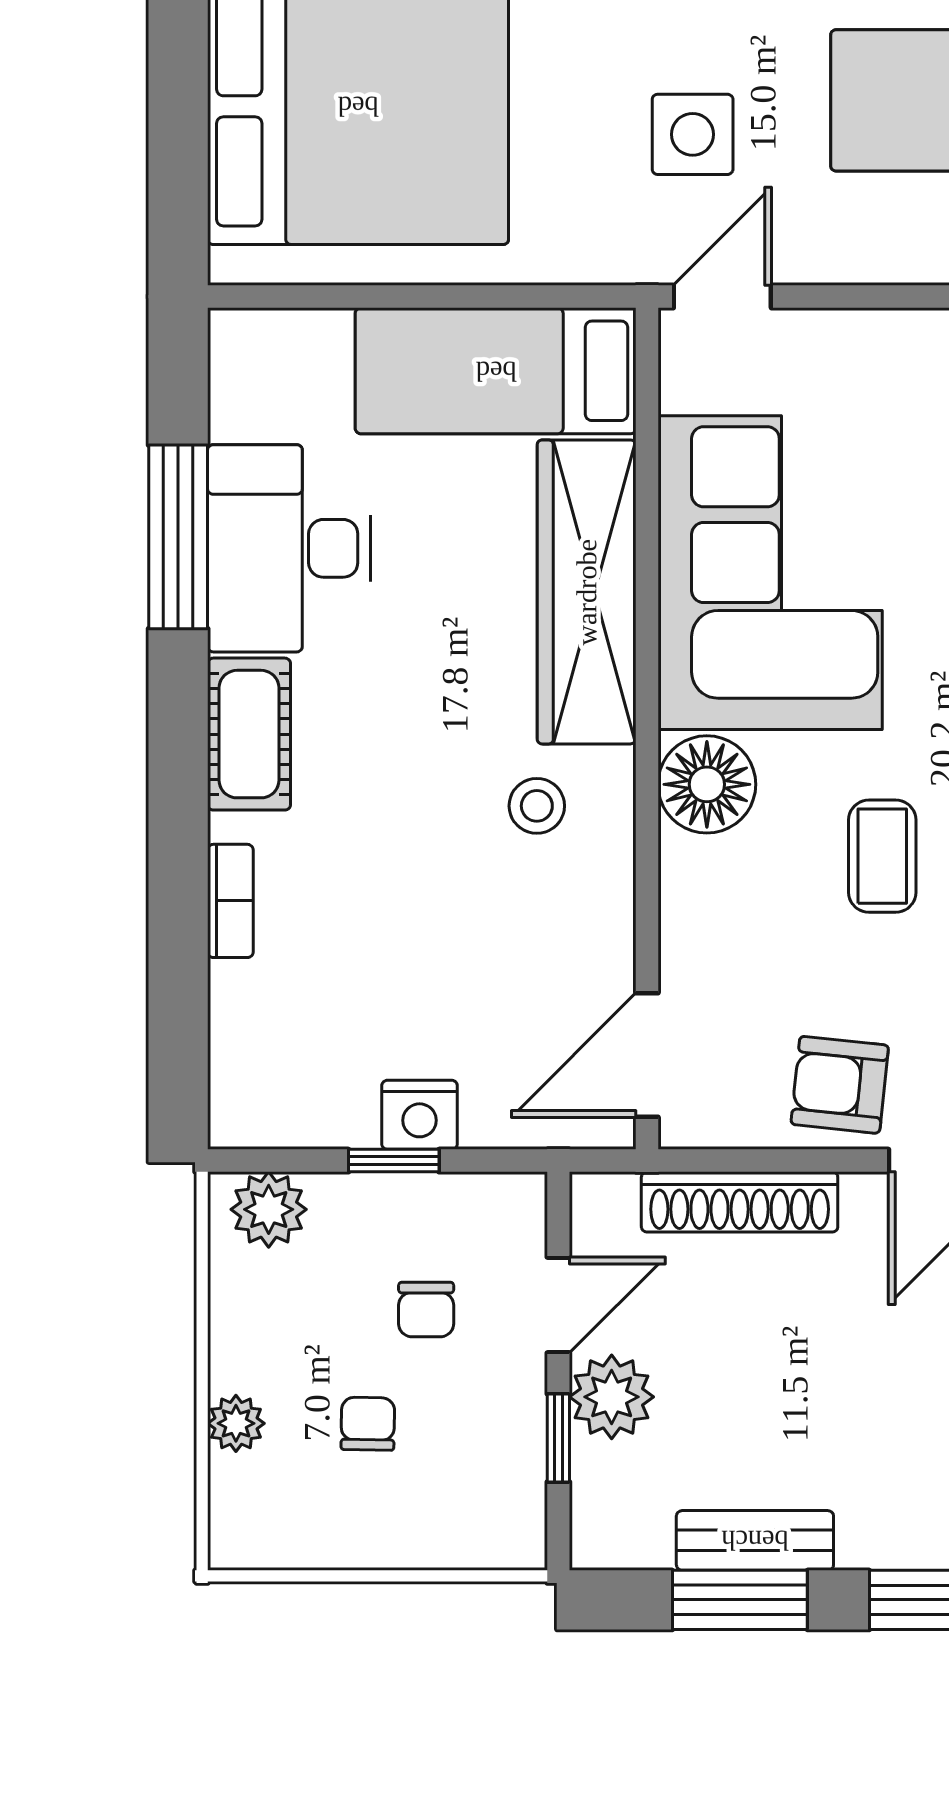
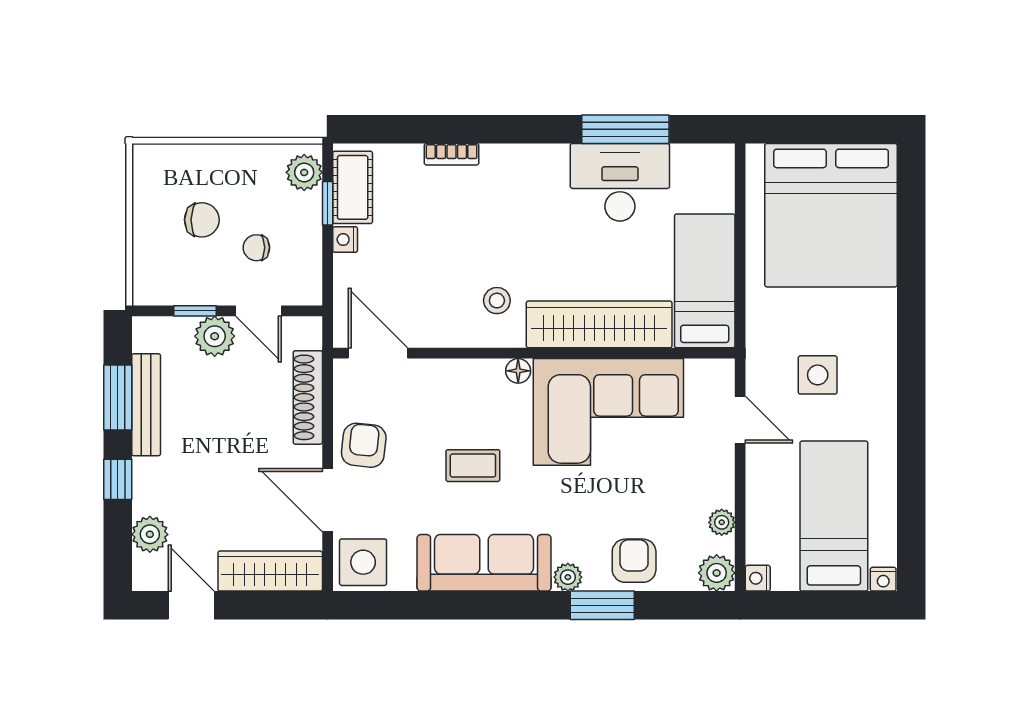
door: (722, 297) -> (740, 420), moved
cot: (249, 734) -> (353, 187), moved, turned 90
floor lamp: (707, 784) -> (518, 371), width x0.53, depth x0.53
nightstand: (420, 1115) -> (345, 240), width x0.72, depth x0.74
window: (394, 1161) -> (328, 203), moved
plant: (236, 1423) -> (202, 157), removed
chair: (368, 1424) -> (202, 220), width x1.37, depth x1.37
bench: (755, 1540) -> (146, 405), width x1.36

